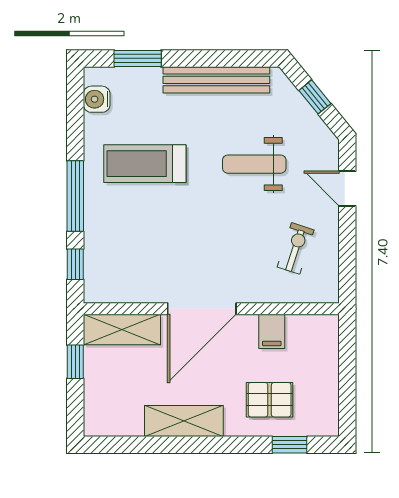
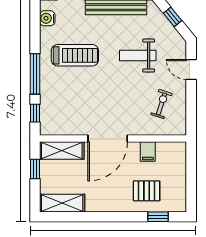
treadmill: (145, 164) -> (75, 55), turned 180
shelving: (184, 421) -> (62, 203), moved

